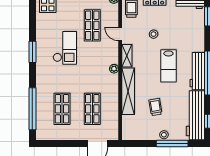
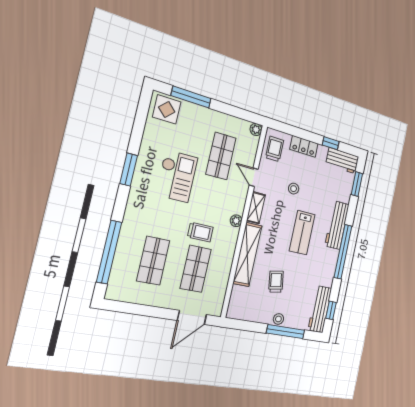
workbench: (197, 71) -> (337, 225), moved
trolley: (90, 83) -> (200, 232), added
workbench: (195, 115) -> (320, 309), width x0.73, depth x0.76

